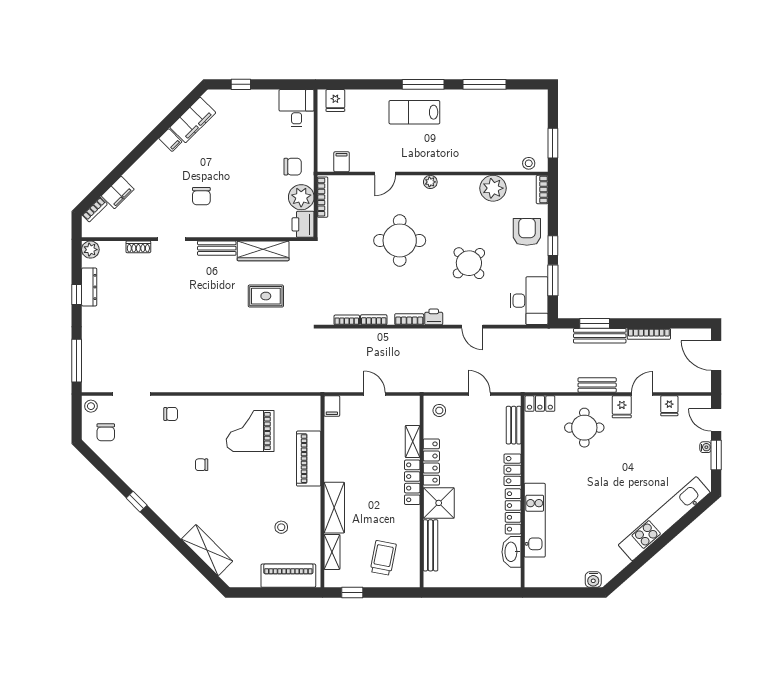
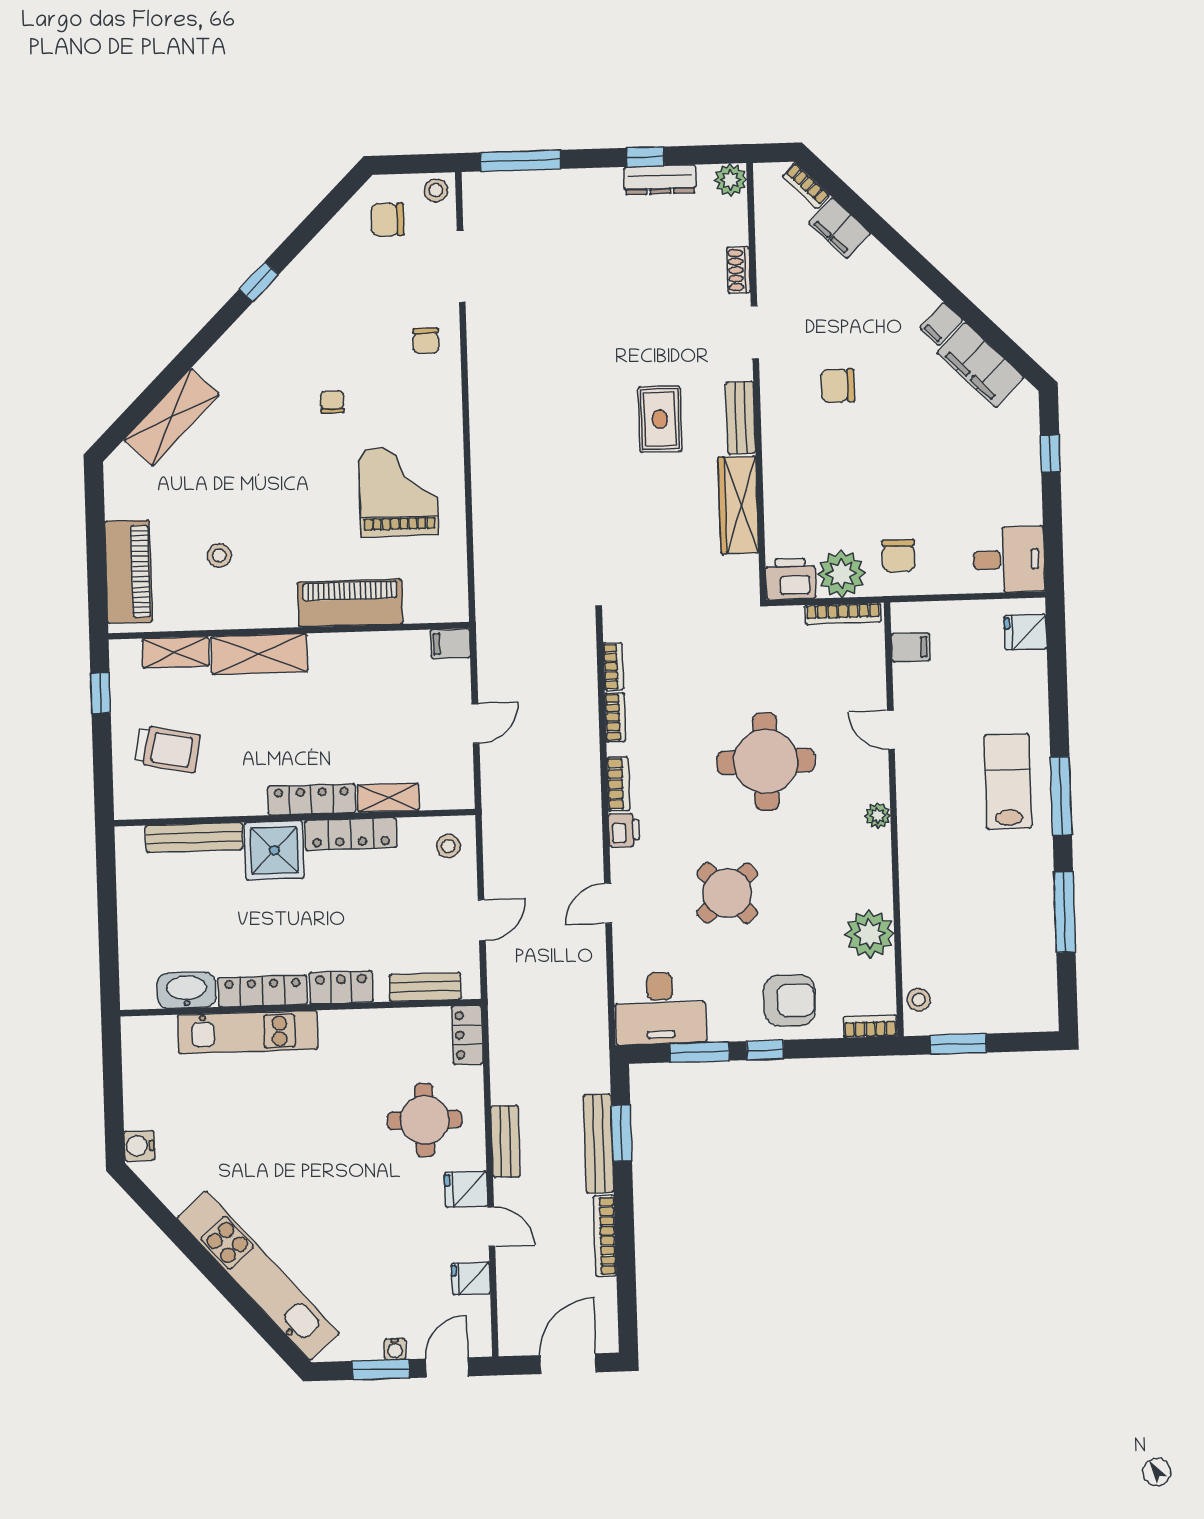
rug: (266, 296) -> (660, 419), moved

